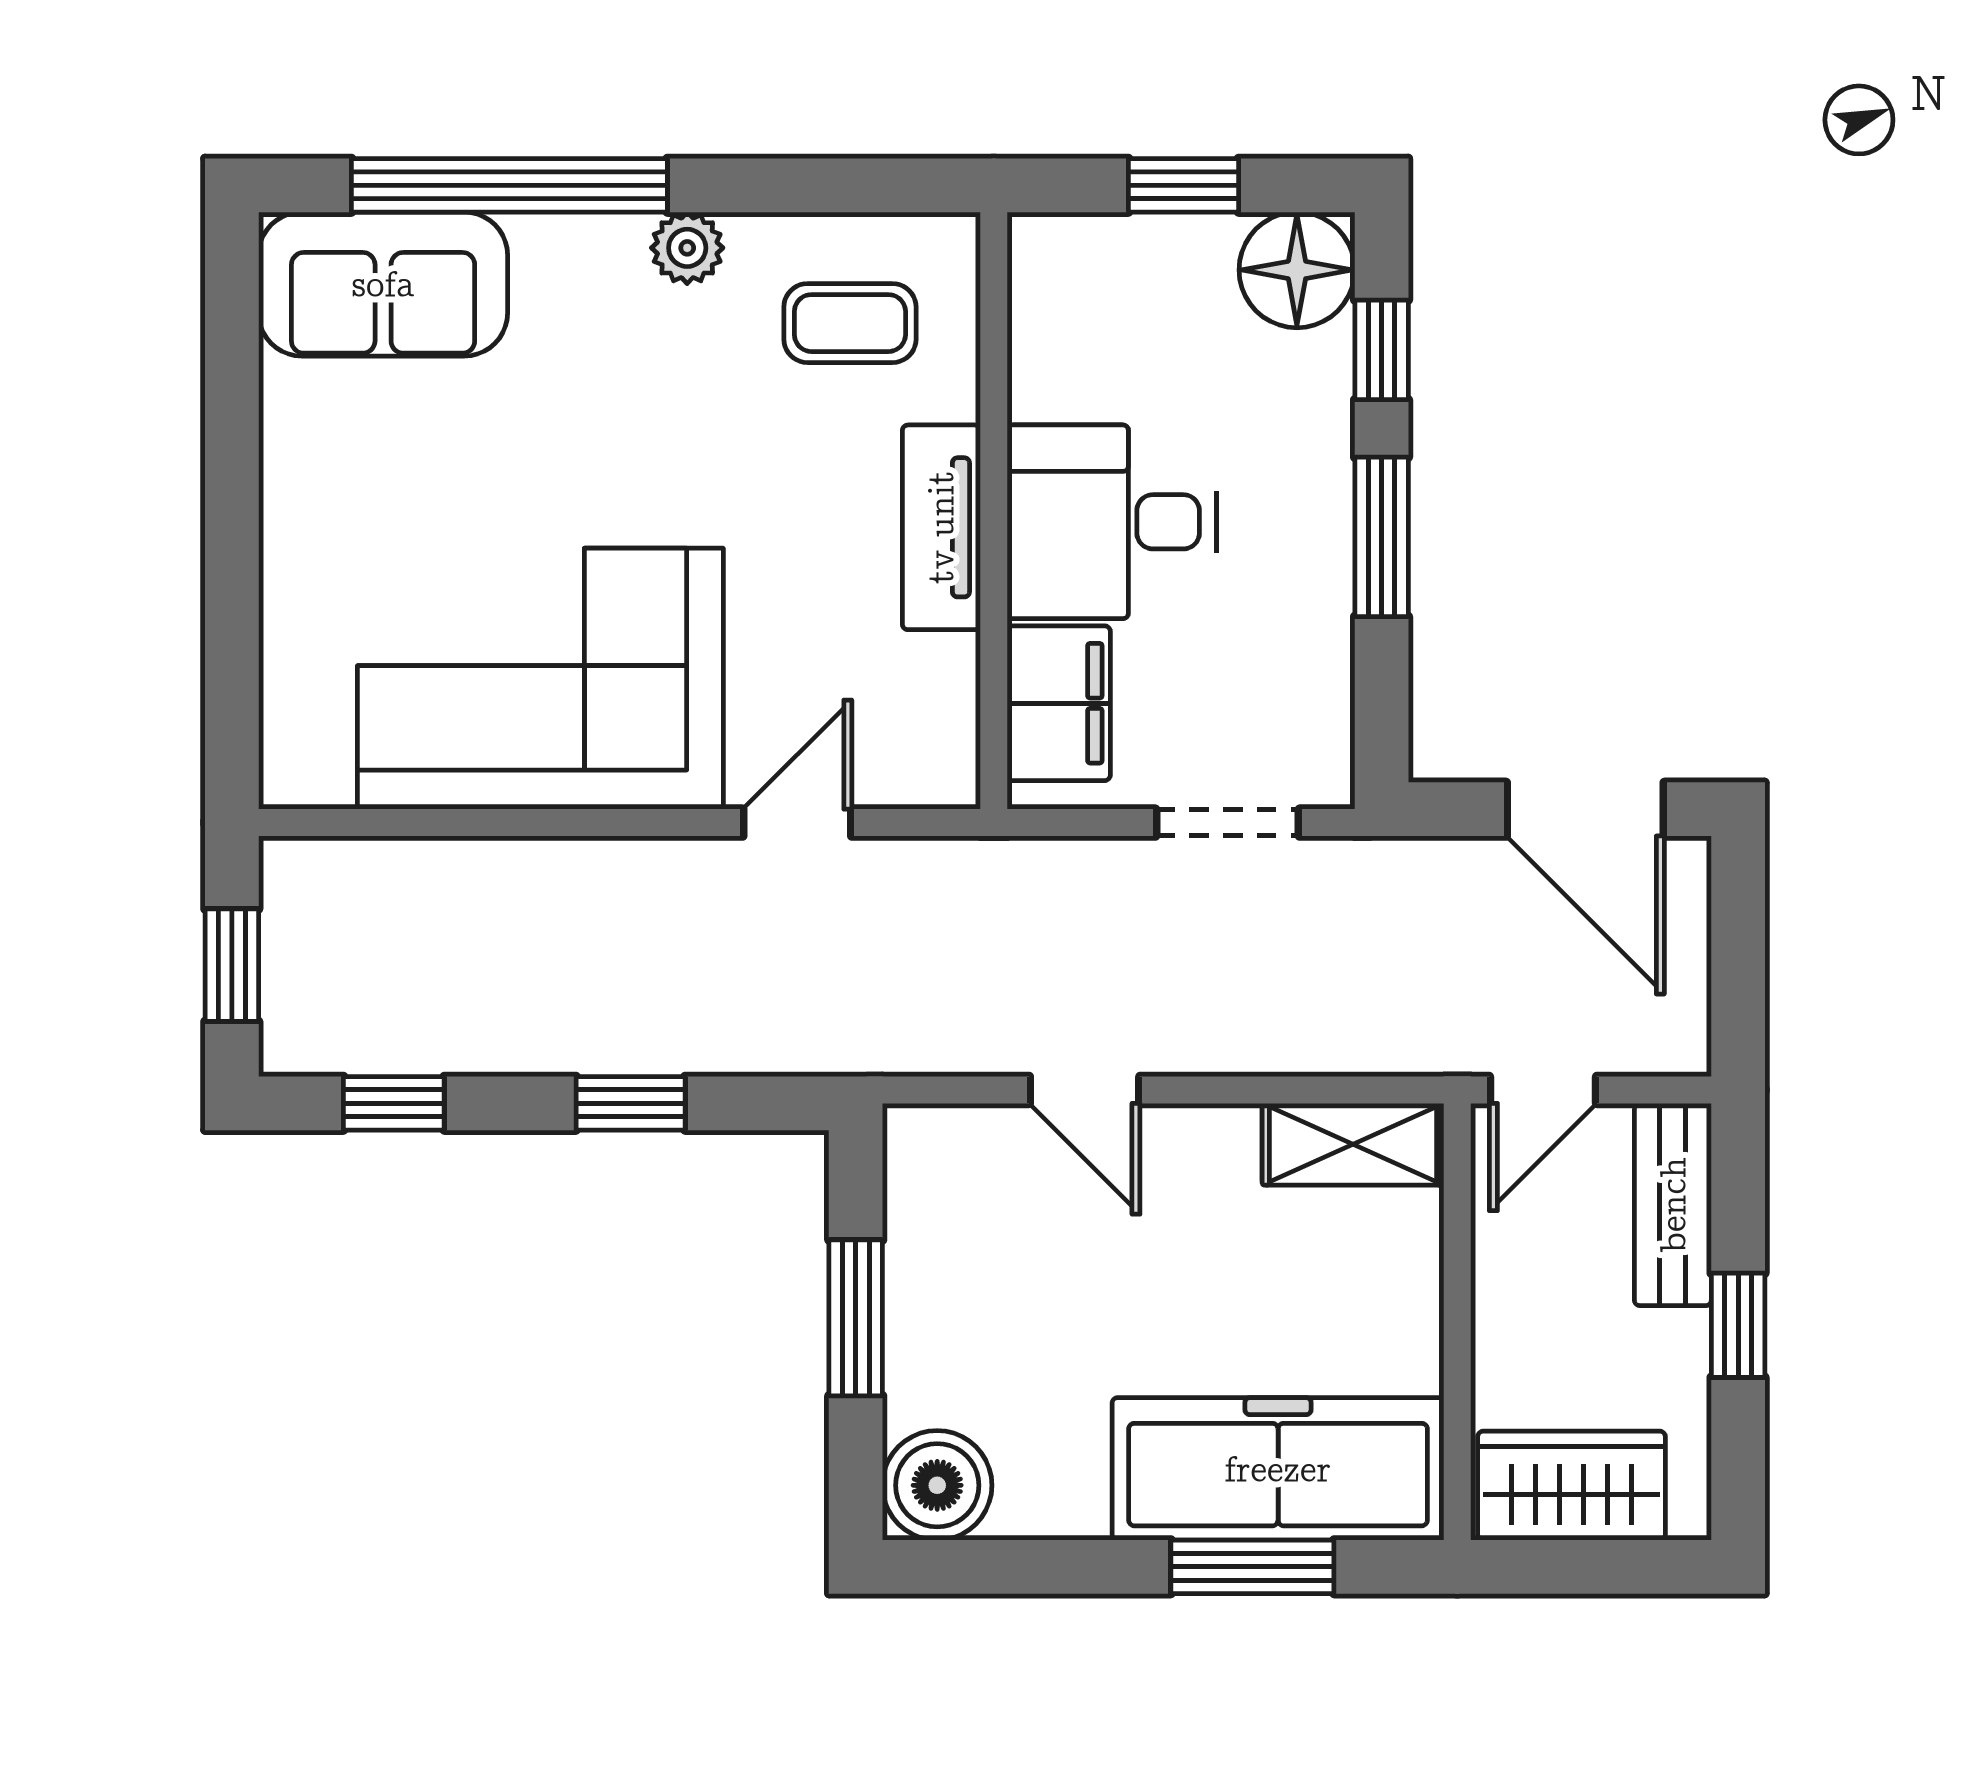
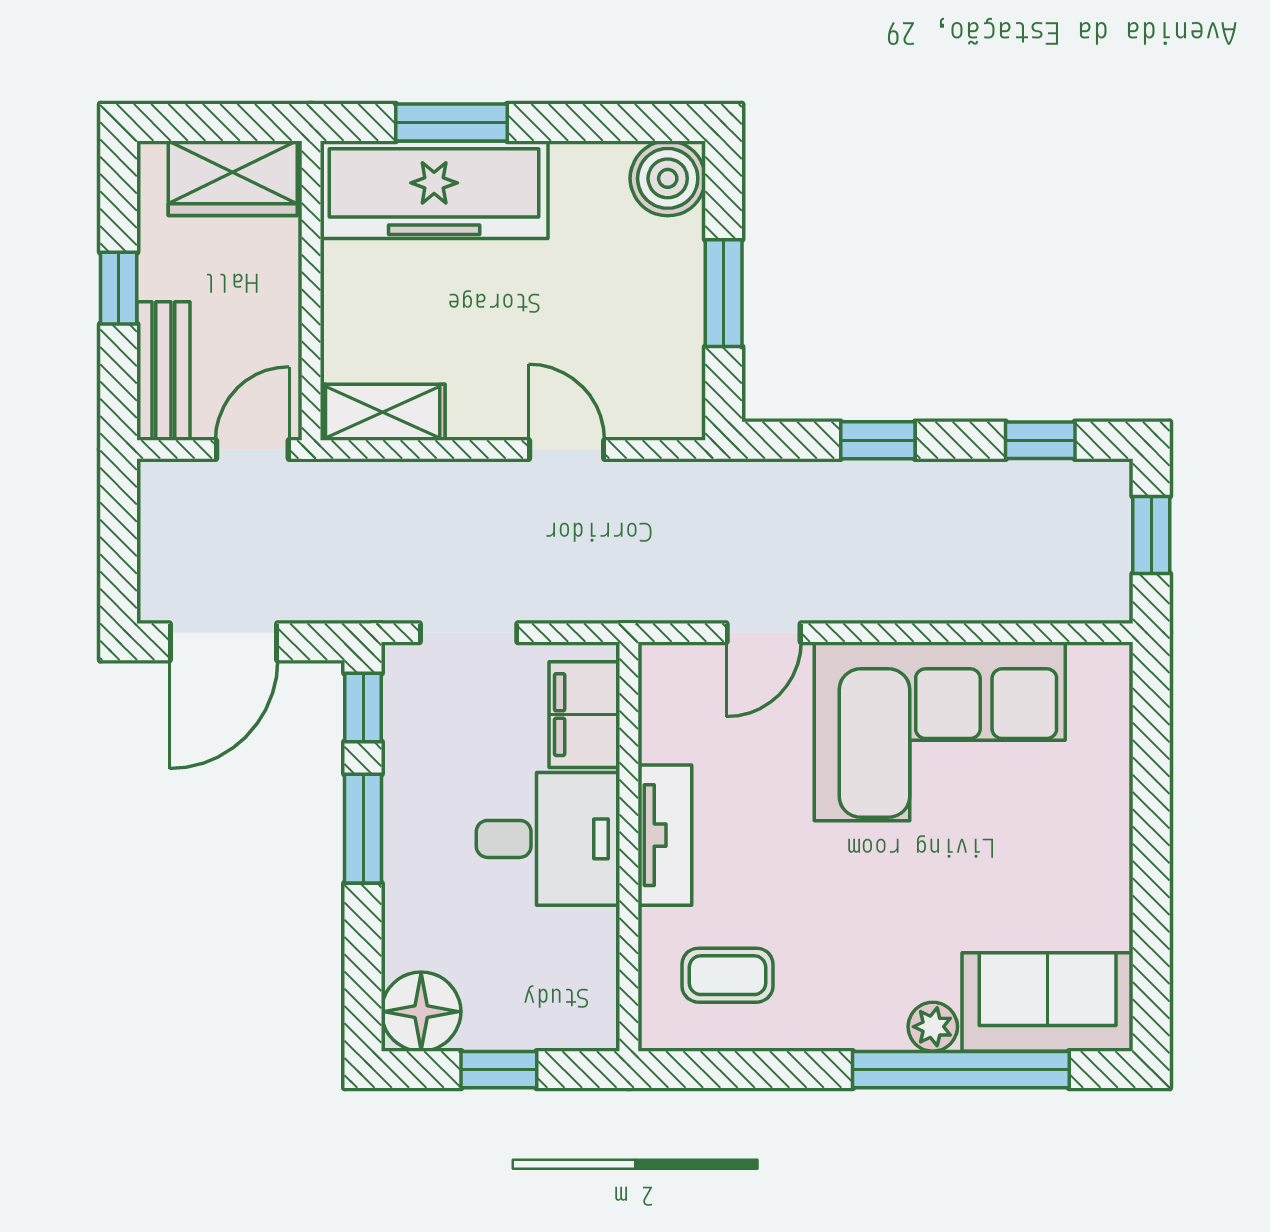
plant: (687, 248) -> (933, 1027), moved
window: (1382, 350) -> (363, 708), moved
door: (1585, 809) -> (223, 642), swing flipped

